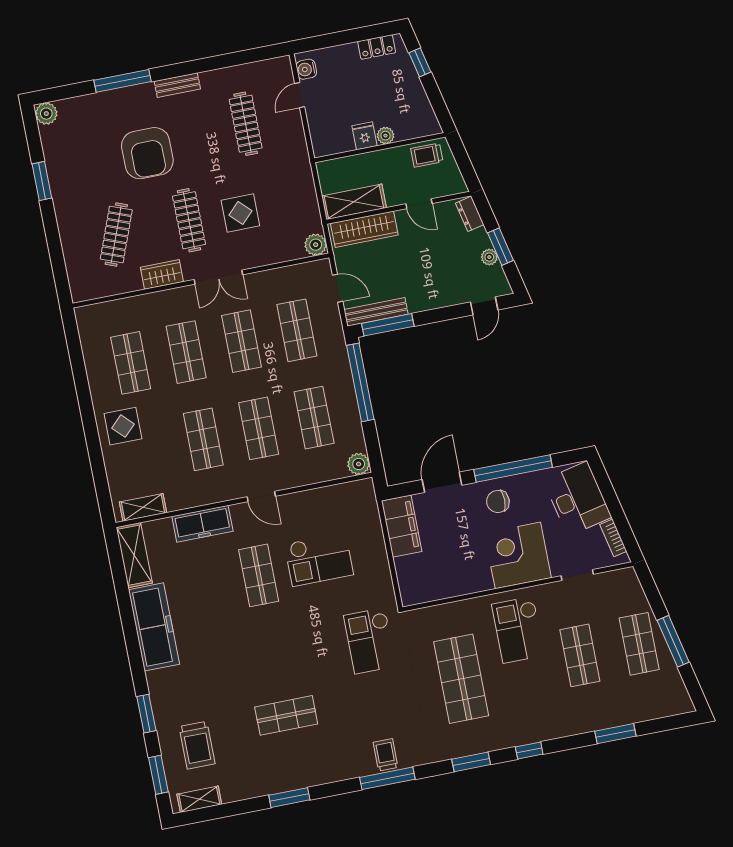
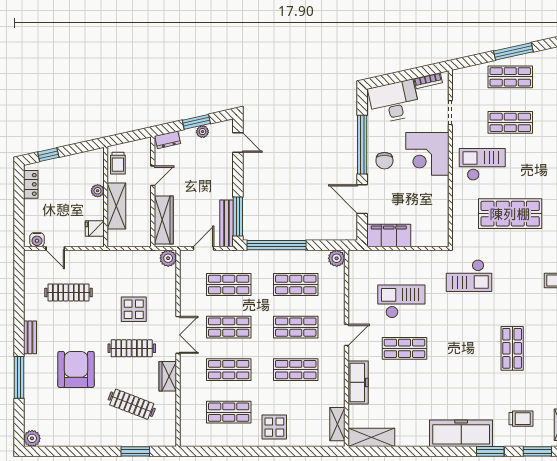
fridge: (365, 136) -> (95, 228), moved
armchair: (147, 153) -> (76, 369), turned -90
window: (42, 181) -> (135, 451), moved
shelving: (354, 202) -> (116, 206), moved
checkout: (319, 559) -> (401, 301), turned -90
freezer: (154, 627) -> (461, 433), moved
checkout: (518, 630) -> (482, 164), turned 180
trolley: (197, 745) -> (521, 419), width x0.73, depth x0.72

